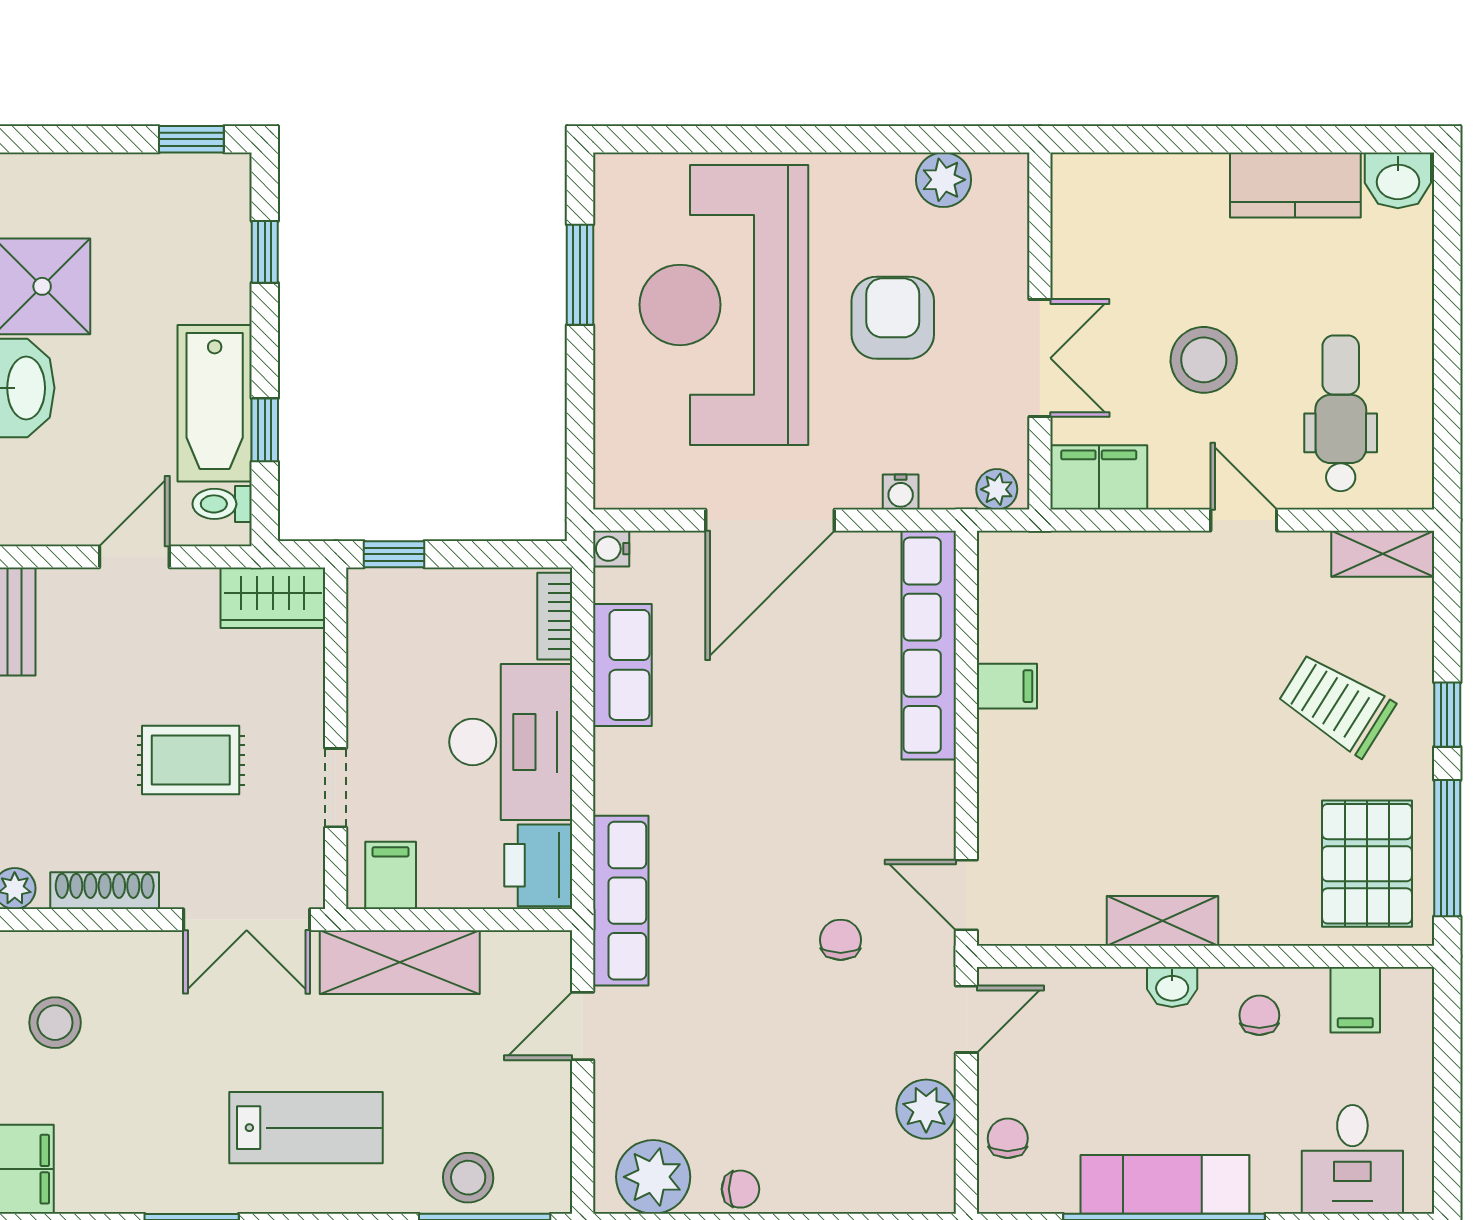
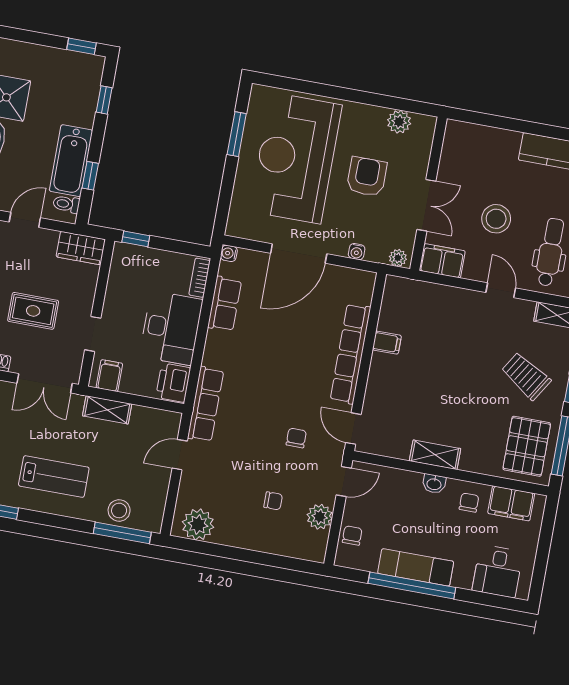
row of seats: (929, 645) -> (350, 354), moved
shelving: (400, 962) -> (107, 410), width x0.67, depth x0.75
filing cabinet: (1355, 1000) -> (511, 503), width x2.00
chair: (740, 1189) -> (273, 501), moved

